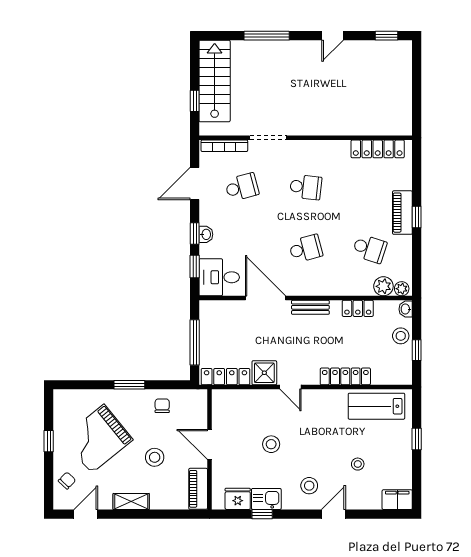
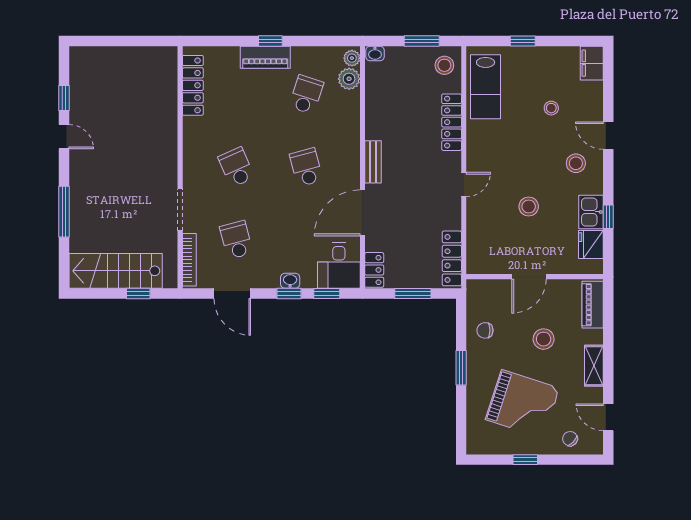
window: (387, 36) -> (64, 98), moved
school desk: (306, 187) -> (236, 167), turned -30
locker: (358, 308) -> (374, 270), moved
stool: (401, 336) -> (444, 65), moved
window: (195, 342) -> (413, 293), width x0.69
window: (417, 350) -> (422, 41), width x1.50
shower: (264, 373) -> (447, 214), removed
grand piano: (98, 439) -> (523, 404), turned -33
piano: (198, 489) -> (593, 305), moved, turned 90

